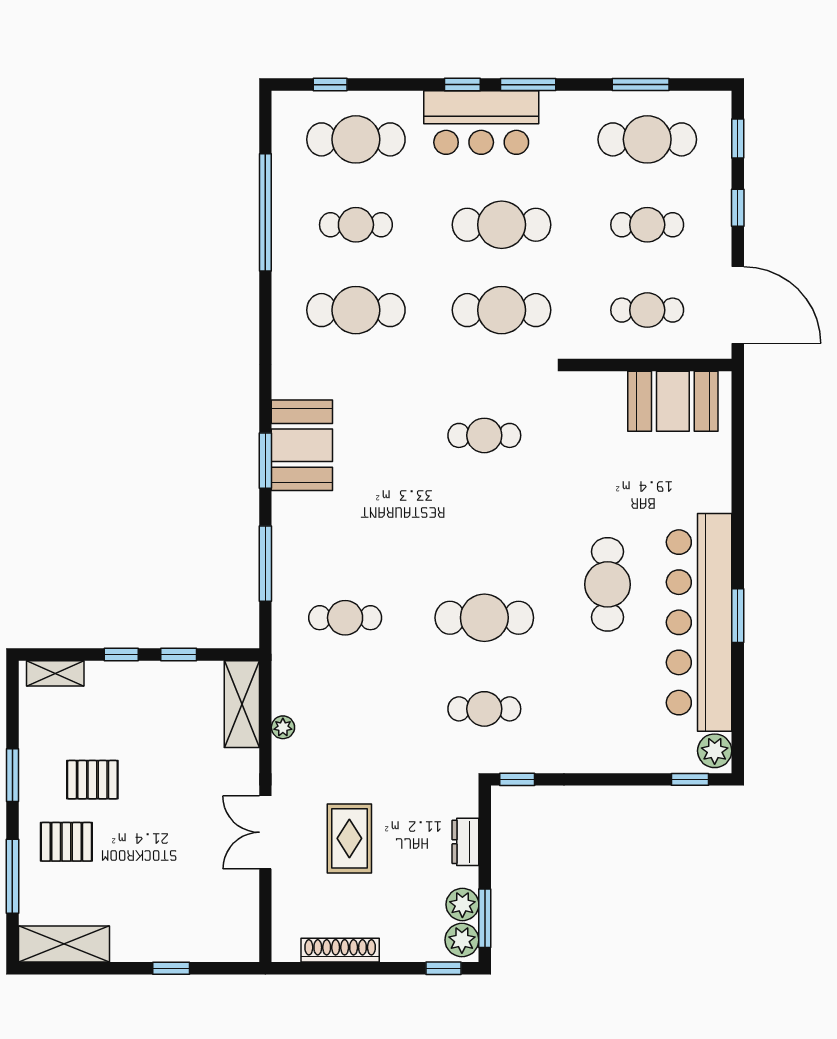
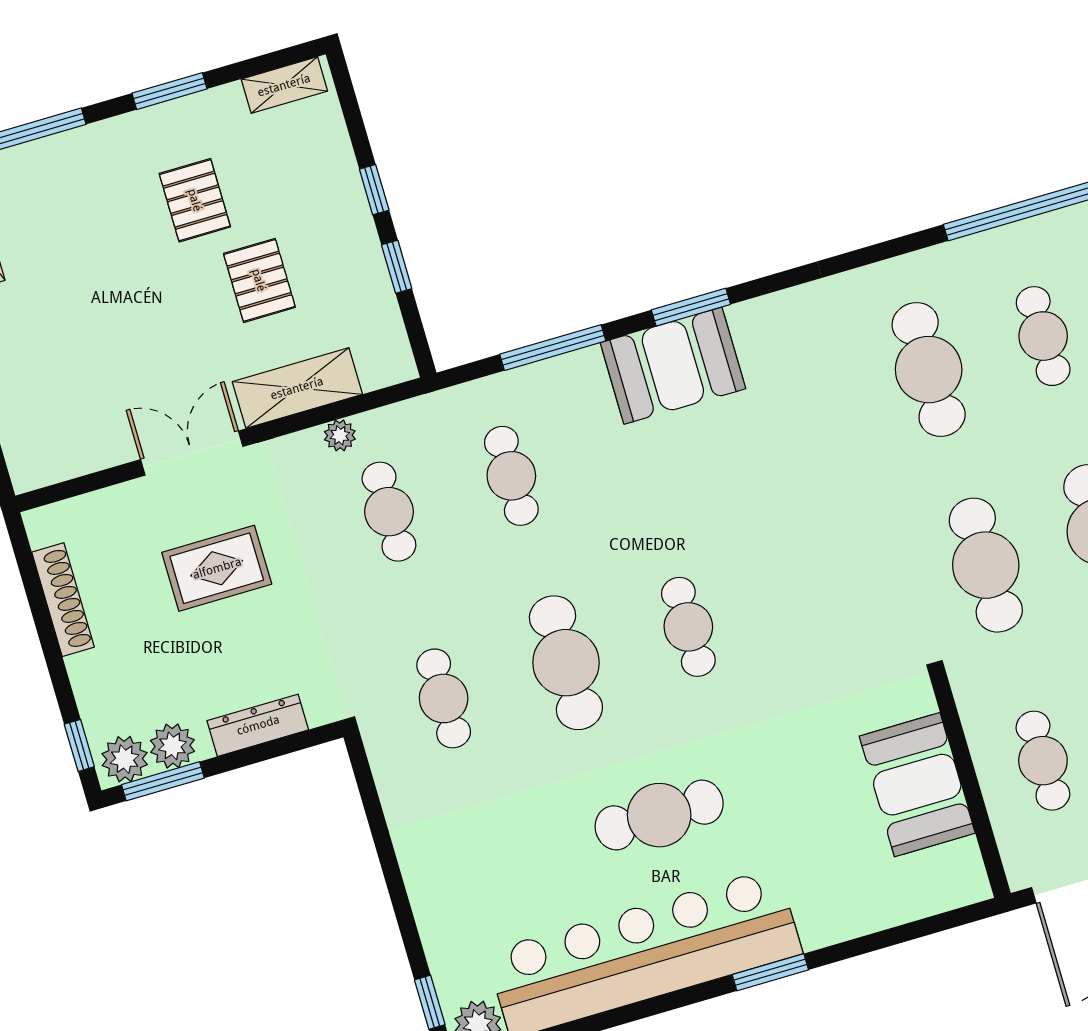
booth: (673, 401) -> (917, 785), moved
cafe table: (484, 435) -> (688, 627), moved
booth: (302, 445) -> (673, 366), moved
window: (738, 616) -> (770, 972), moved
shelving: (55, 673) -> (284, 85), moved, turned 90
shelving: (242, 704) -> (297, 388), moved
cafe table: (345, 709) -> (389, 512), added
window: (517, 779) -> (362, 770), removed
pallet: (66, 842) -> (259, 280), moved
dresser: (465, 842) -> (258, 725), width x1.44

